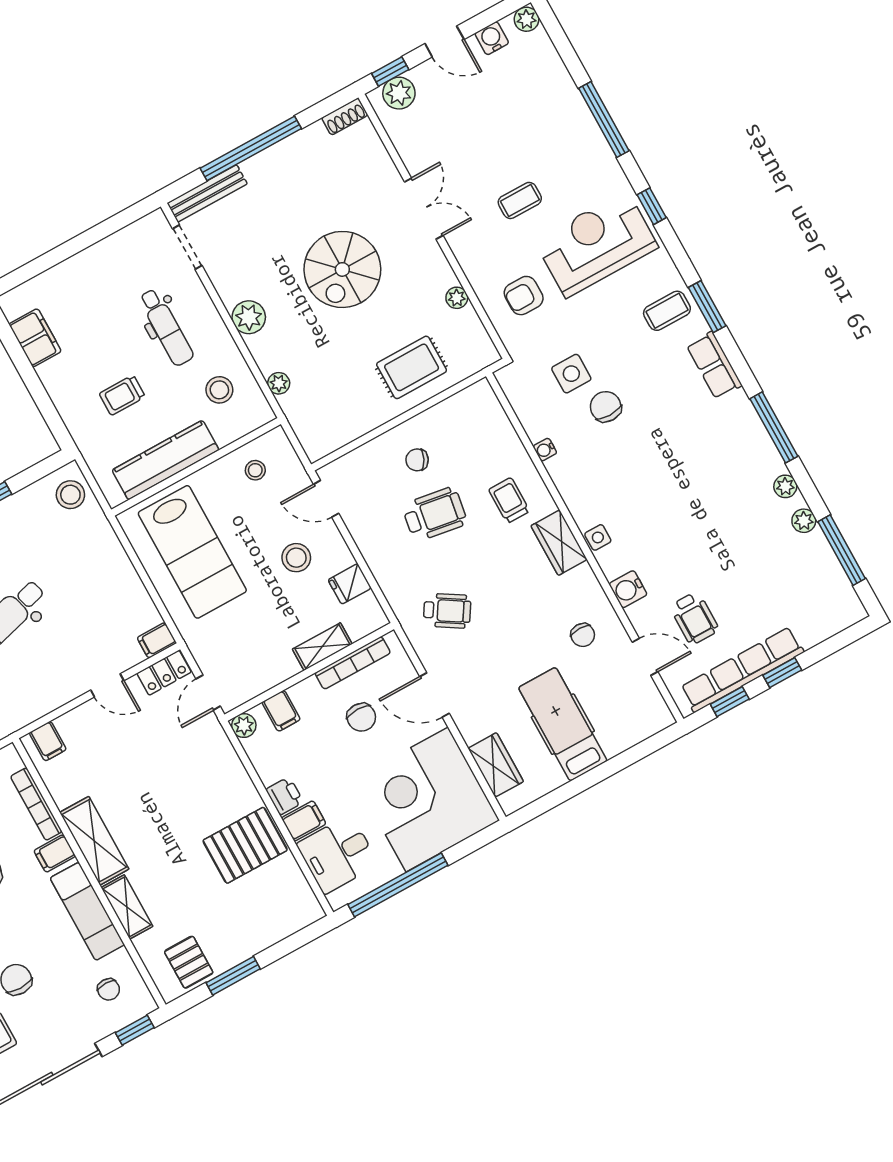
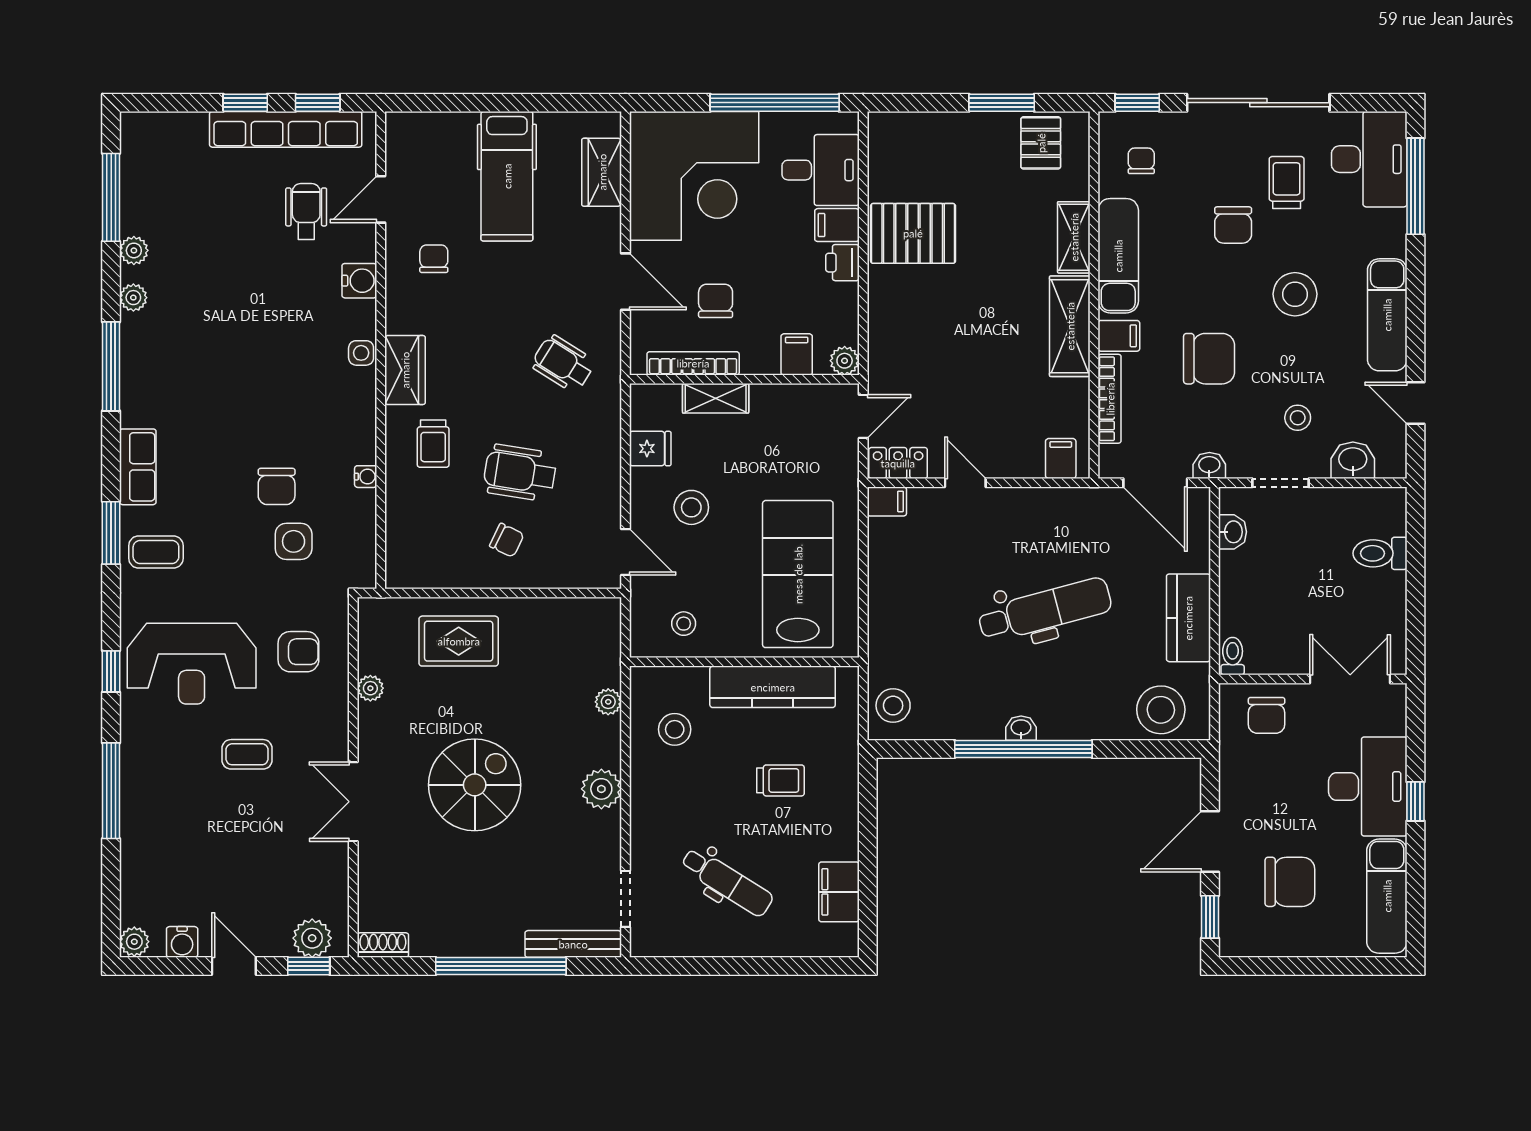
dental chair: (166, 327) -> (727, 882), moved, turned 122
door: (645, 657) -> (381, 199), hinge flipped

